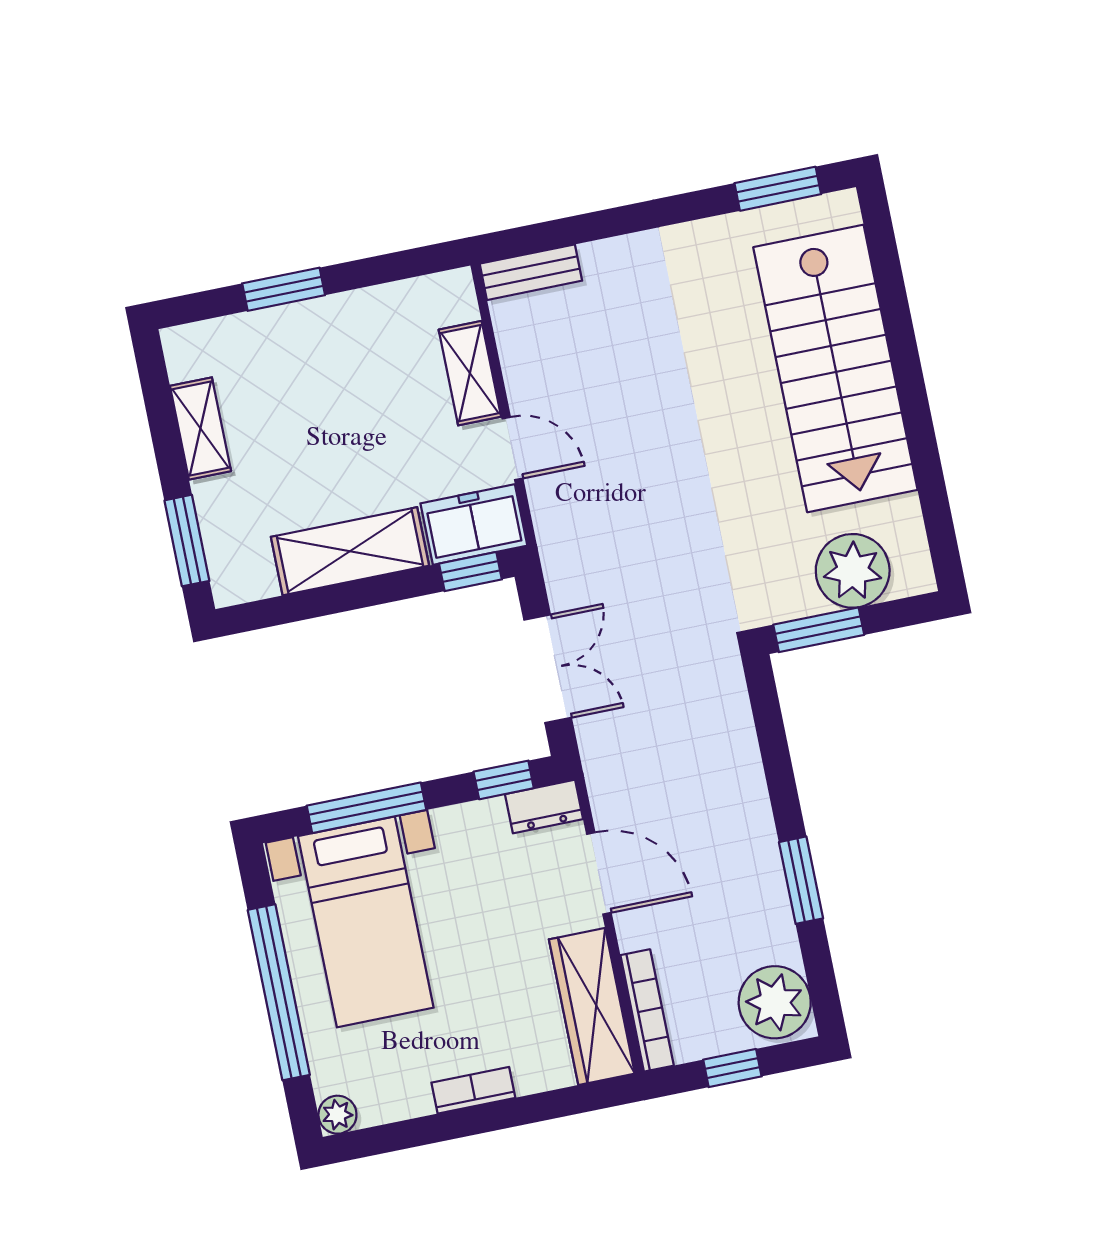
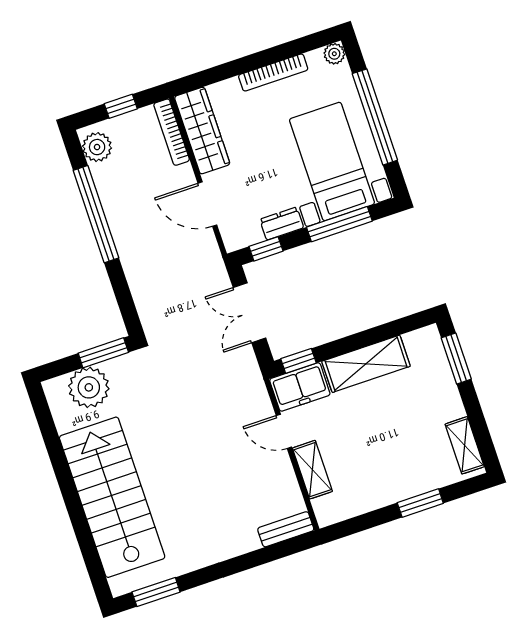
shelving: (200, 428) -> (465, 445), moved
dresser: (544, 807) -> (282, 224), moved
window: (801, 880) -> (96, 214), width x2.11
plant: (775, 1002) -> (97, 147), width x0.73, depth x0.73
bookcase: (473, 1090) -> (273, 73), width x1.56

